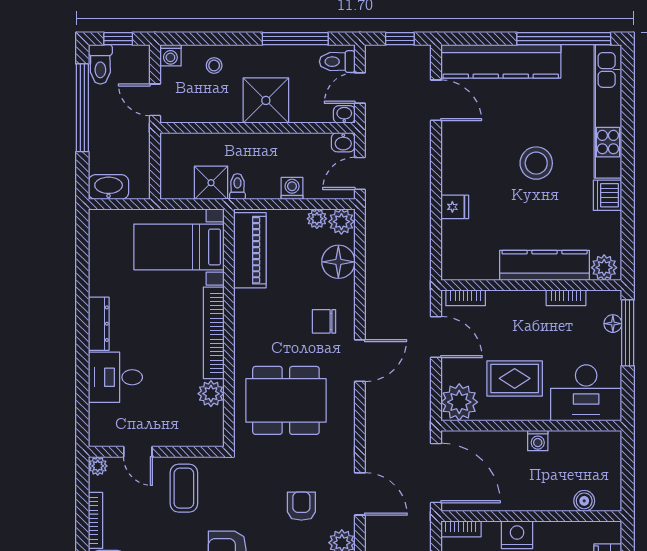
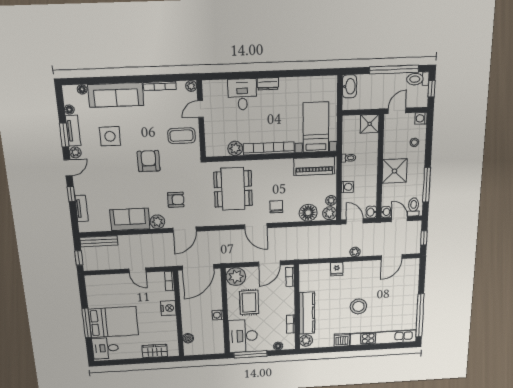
kitchen counter: (501, 61) -> (410, 287), removed
plant: (421, 172) -> (355, 252), added
shower: (211, 183) -> (370, 124), moved
dresser: (99, 324) -> (268, 84), width x0.70
window: (628, 333) -> (251, 354), moved

